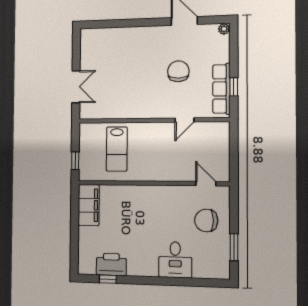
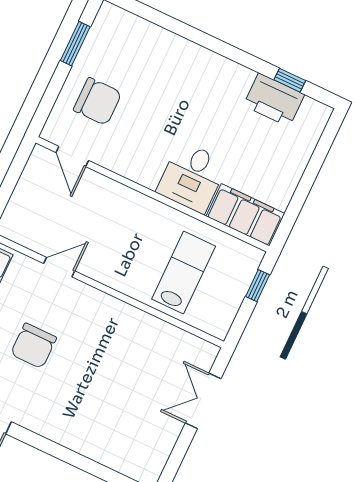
filing cabinet: (89, 205) -> (245, 215), moved, turned 90
desk: (175, 260) -> (192, 177), moved, turned 180

